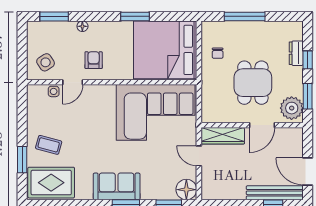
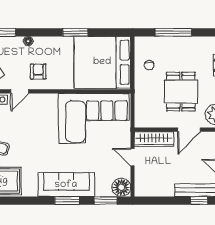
sofa: (117, 186) -> (66, 185), width x1.36

